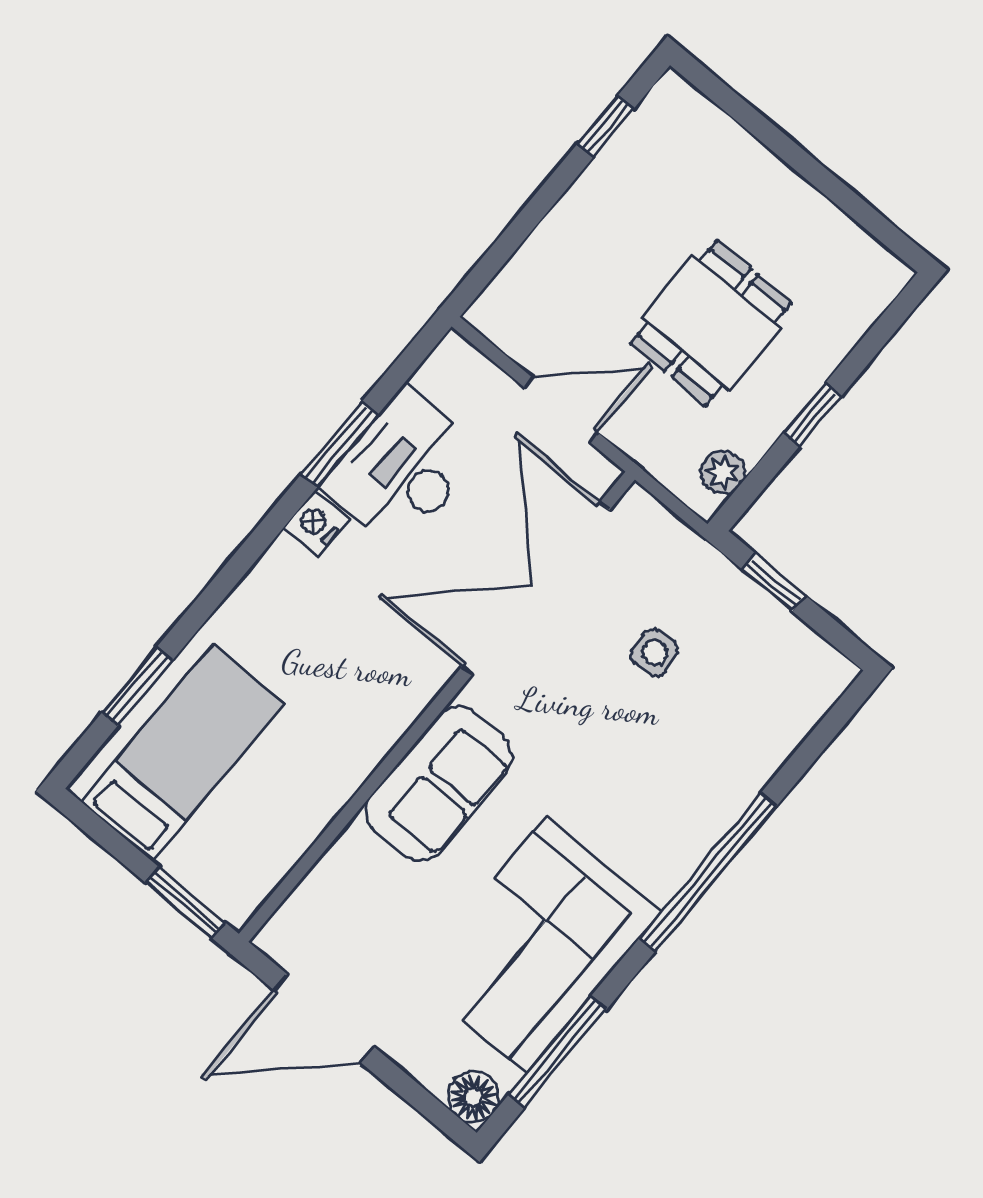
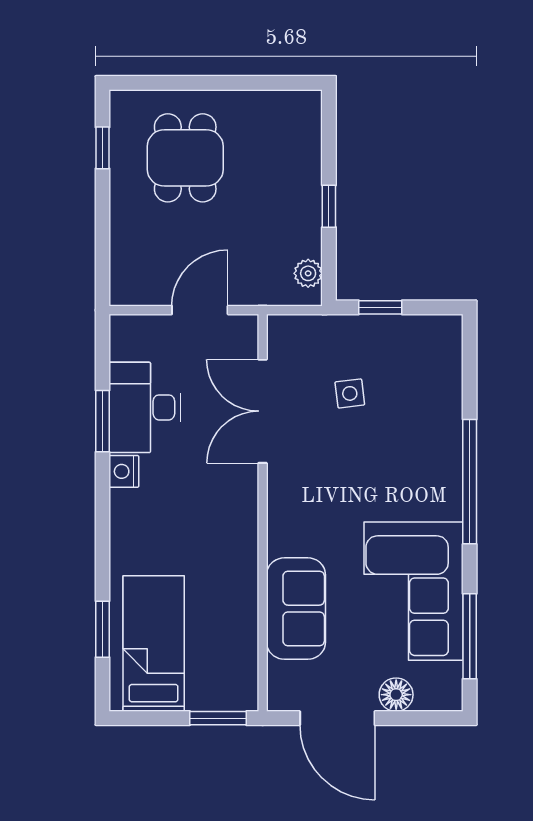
dining table: (711, 323) -> (185, 158), moved
double door: (536, 589) -> (263, 411), width x0.73
sofa: (439, 783) -> (296, 609), moved
door: (324, 1018) -> (337, 718), hinge flipped
floor lamp: (474, 1097) -> (396, 695), moved

